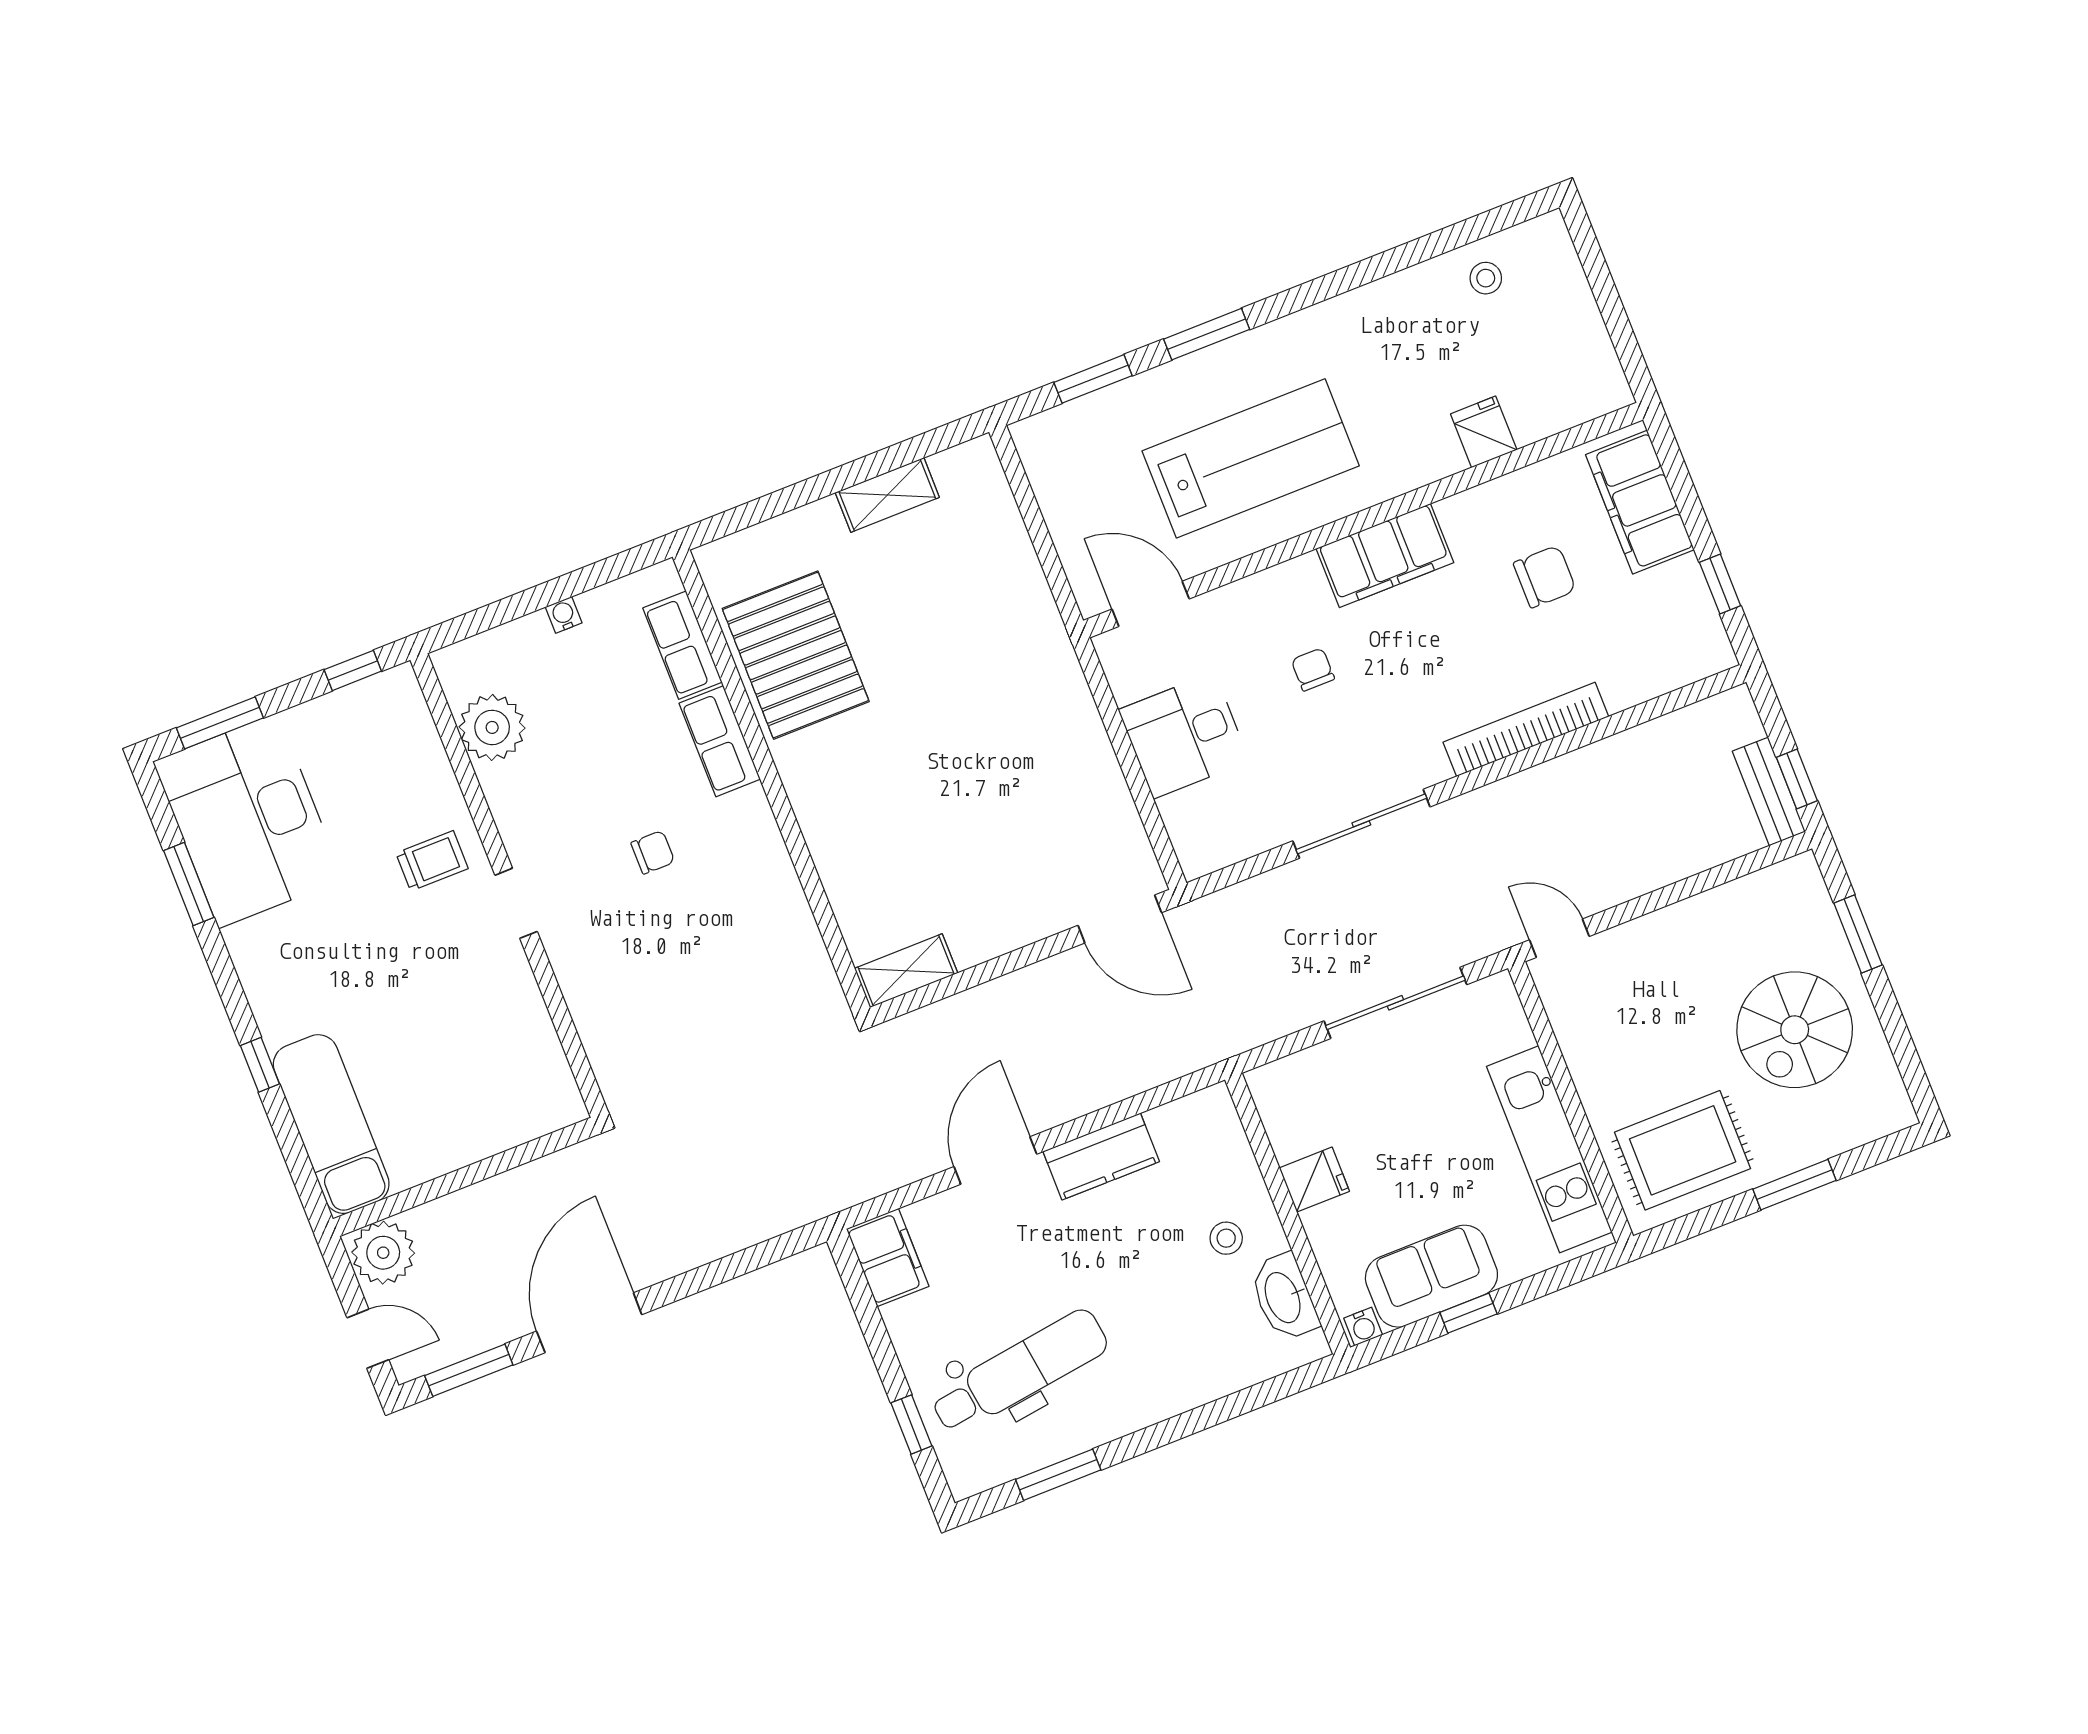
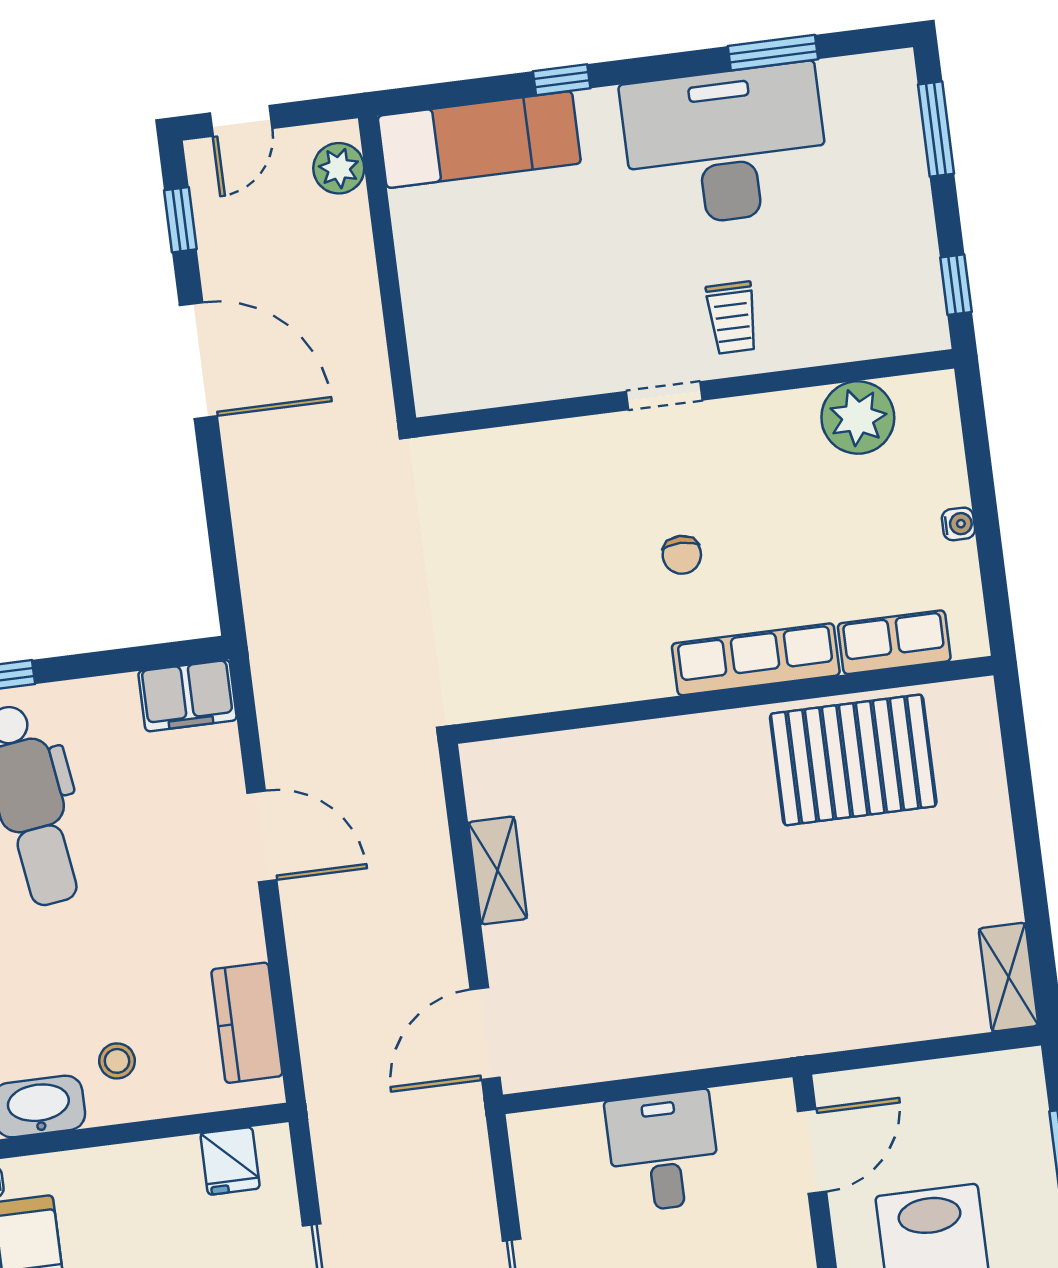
shelving: (887, 495) -> (1009, 977), moved
row of seats: (720, 741) -> (756, 659), width x1.48
desk: (248, 820) -> (725, 146), moved
shelving: (906, 971) -> (498, 870), moved
kitchen counter: (1101, 1157) -> (247, 1023), moved
fridge: (1314, 1180) -> (230, 1161), moved
plant: (383, 1253) -> (339, 168), width x0.73, depth x0.73
window: (469, 1370) -> (180, 220), width x0.67

